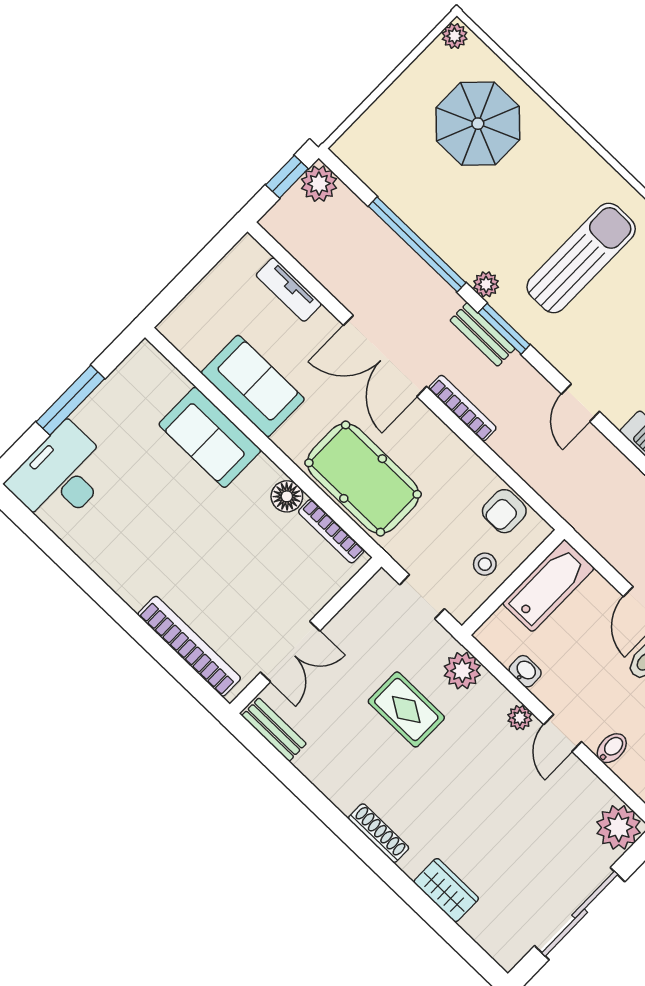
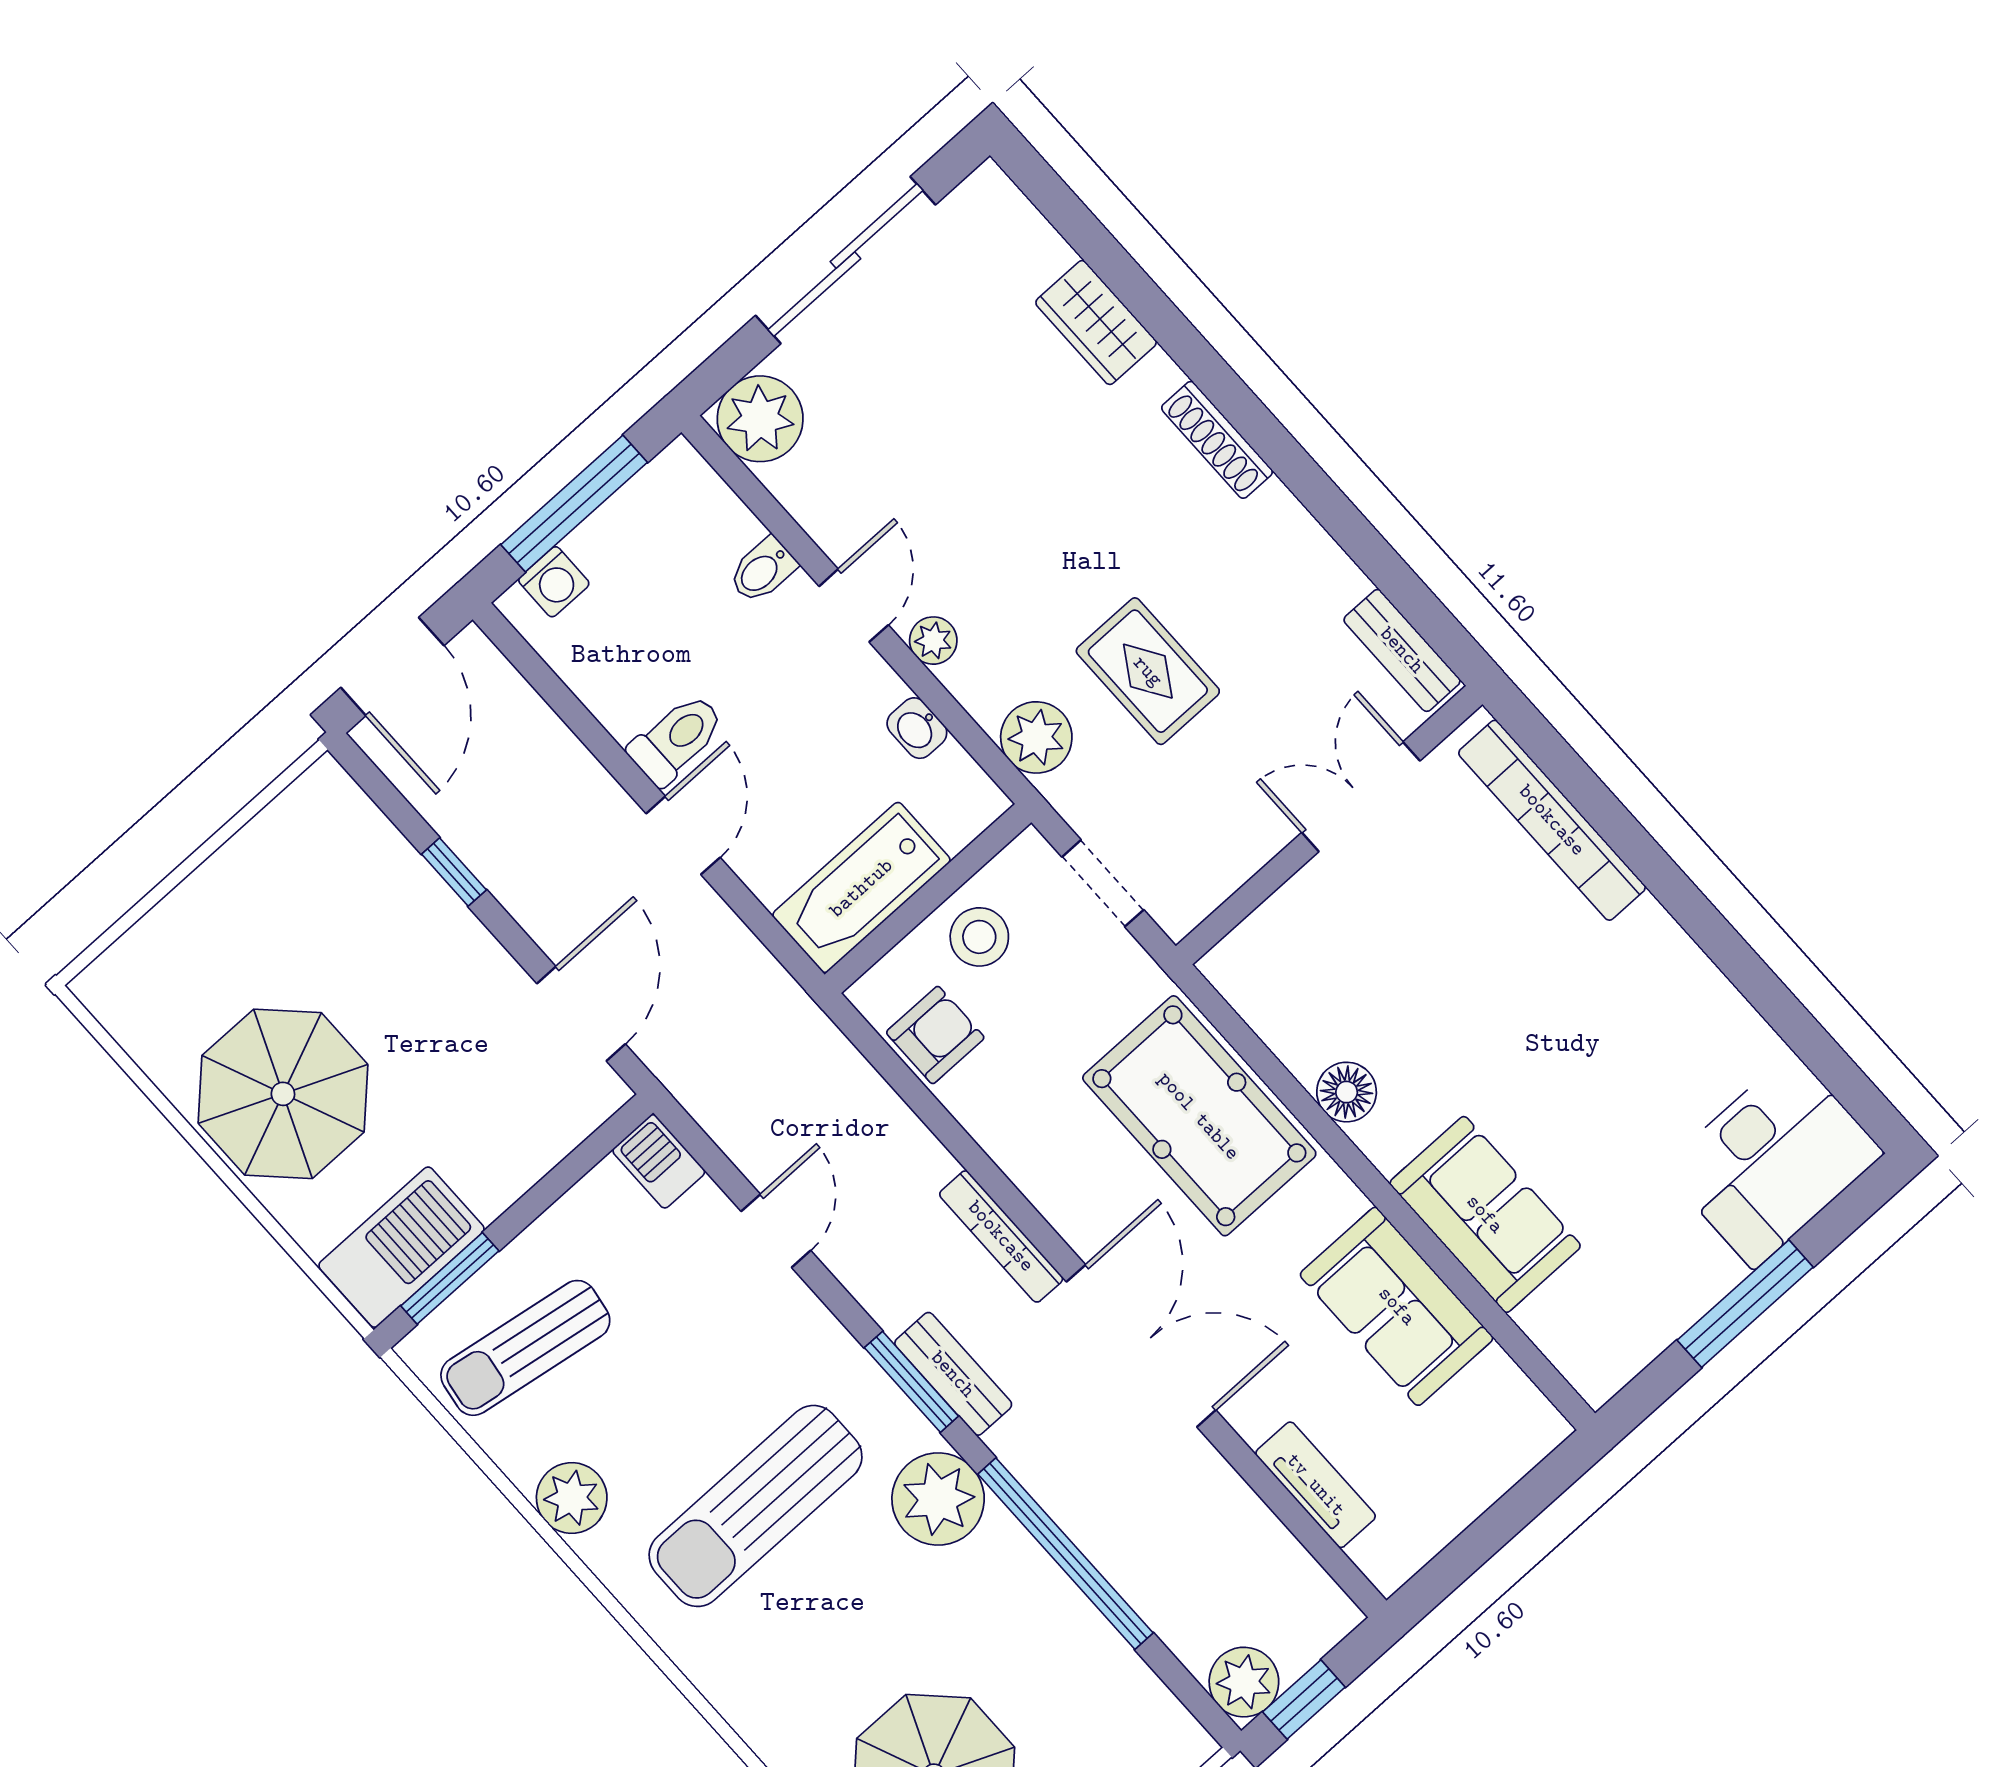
plant: (486, 284) -> (938, 1499), width x1.88, depth x1.88
bookcase: (331, 531) -> (1267, 1020), removed
stool: (485, 564) -> (979, 937), width x1.37, depth x1.37

